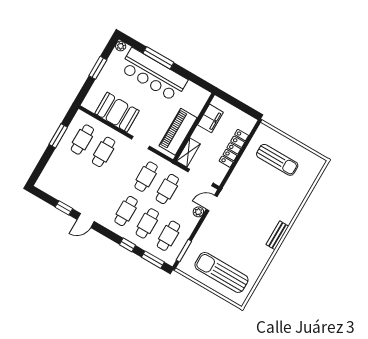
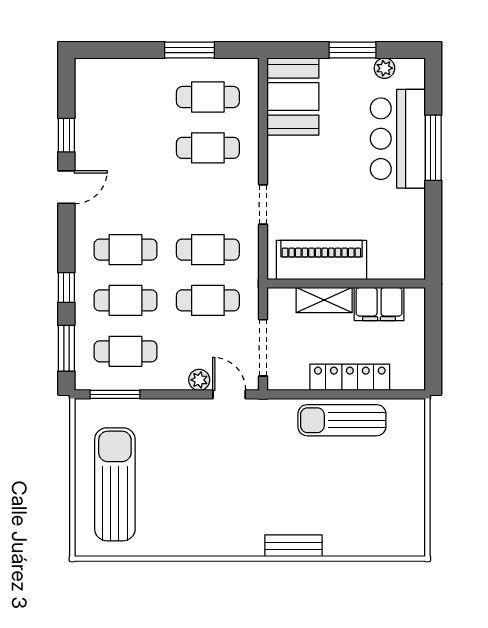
plant: (121, 46) -> (384, 68), moved
bar counter: (153, 75) -> (398, 139), width x0.73
booth: (117, 112) -> (293, 97), moved
shelving: (188, 153) -> (324, 300), moved
sun lounger: (277, 160) -> (342, 420), moved, turned 90
door: (86, 221) -> (66, 187), swing flipped
bench: (277, 235) -> (293, 546), moved

